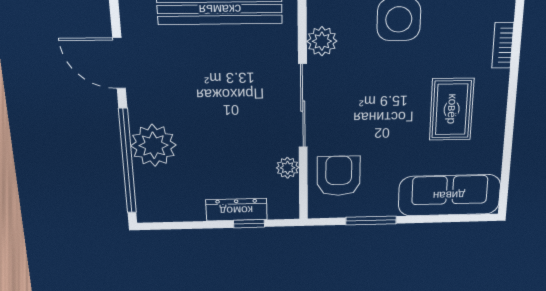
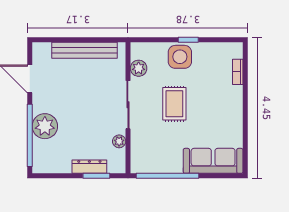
rug: (452, 109) -> (174, 104), moved
armchair: (339, 176) -> (148, 147), removed
window: (371, 221) -> (168, 176), width x2.11
window: (249, 224) -> (96, 176), width x1.50

